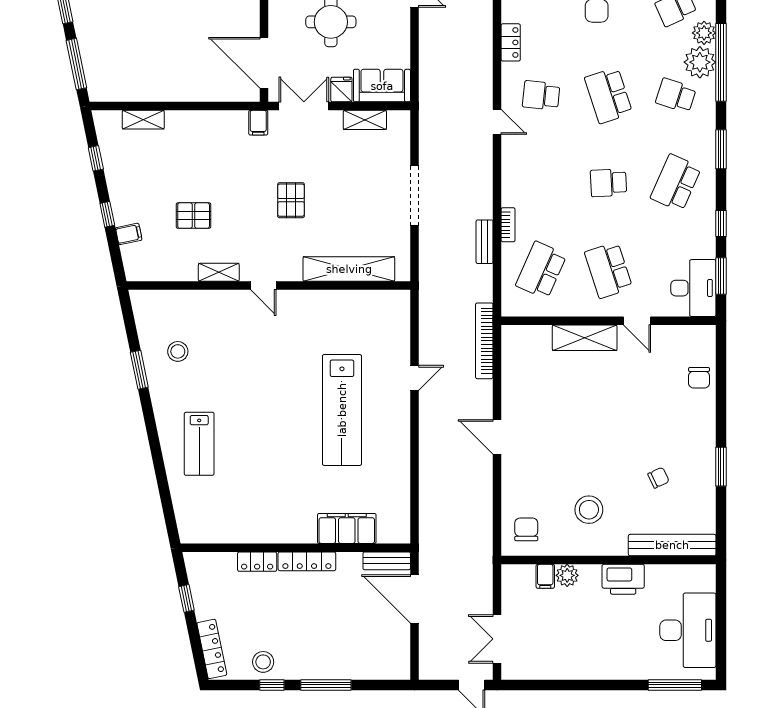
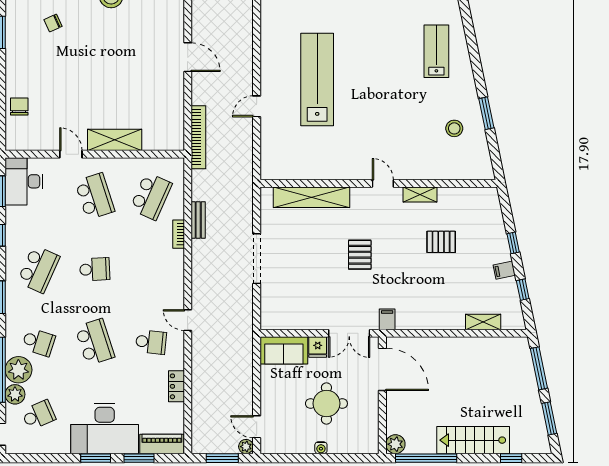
shelving: (365, 120) -> (298, 322), removed
filing cabinet: (129, 234) -> (504, 270), moved

